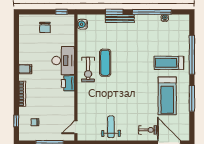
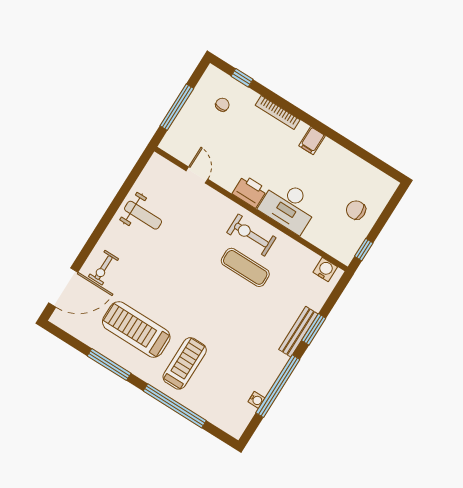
door: (76, 127) -> (197, 175), moved

